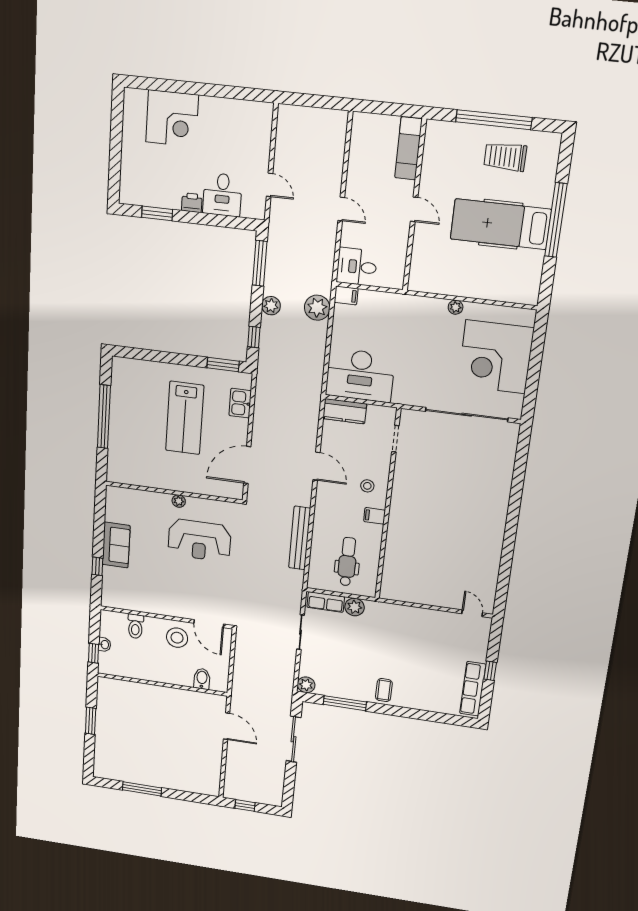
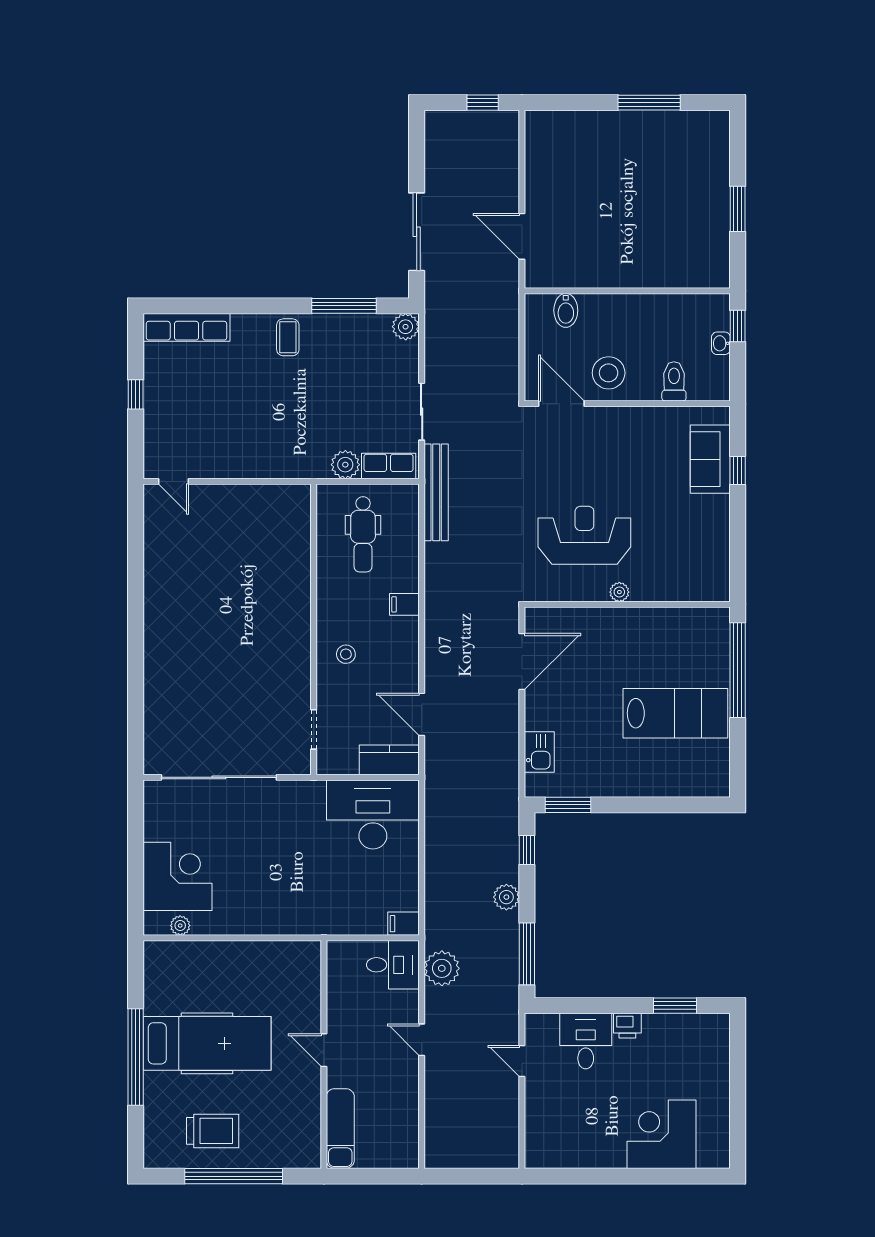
plant: (456, 307) -> (180, 926), moved
plant: (317, 308) -> (442, 968), moved
corner desk: (496, 357) -> (177, 876), width x0.74, depth x0.74
window: (104, 417) -> (738, 670), moved
lab bench: (185, 418) -> (675, 713), moved, turned 90
door: (317, 466) -> (422, 714), moved
filing cabinet: (374, 516) -> (404, 604), moved, turned 180
bench: (300, 538) -> (436, 492), moved
sofa: (116, 545) -> (710, 459), moved
row of seats: (473, 689) -> (186, 327), moved, turned 90

